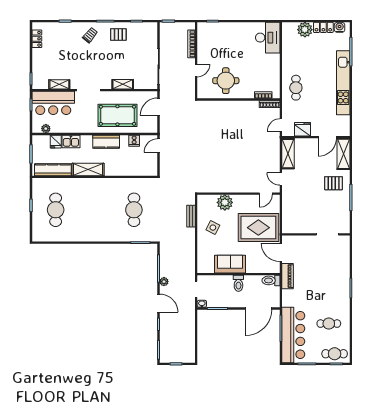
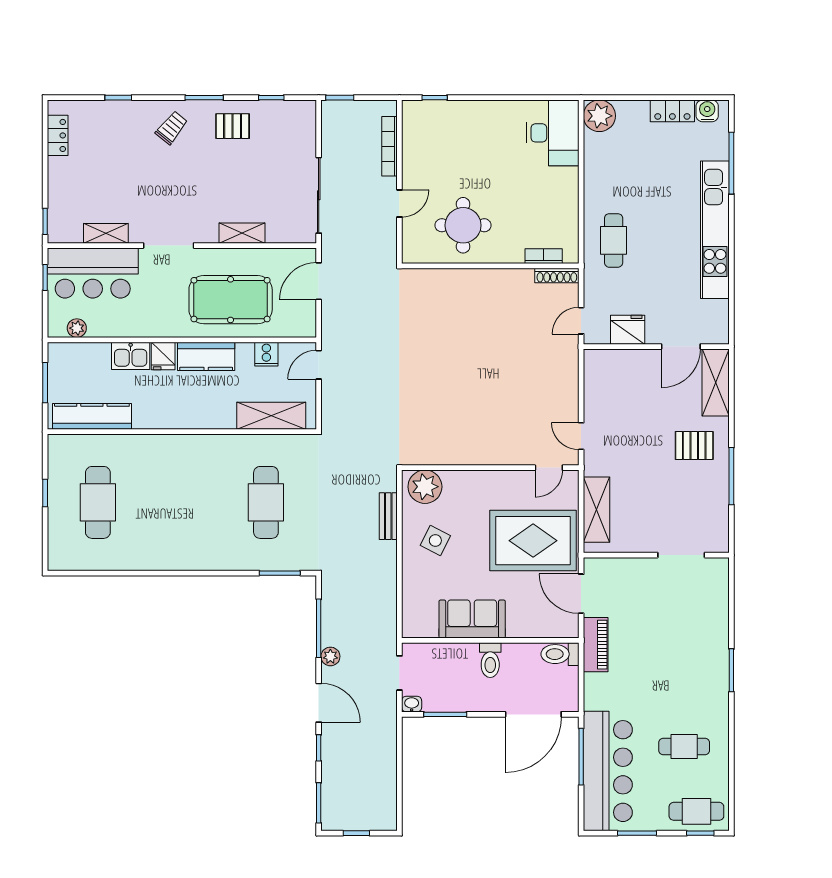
plant: (305, 30) -> (599, 116), moved
fridge: (56, 142) -> (163, 356), moved
shelving: (288, 154) -> (596, 510), moved
shelving: (88, 169) -> (271, 416), moved
plant: (225, 202) -> (425, 487), moved

